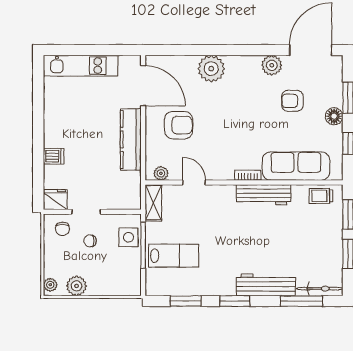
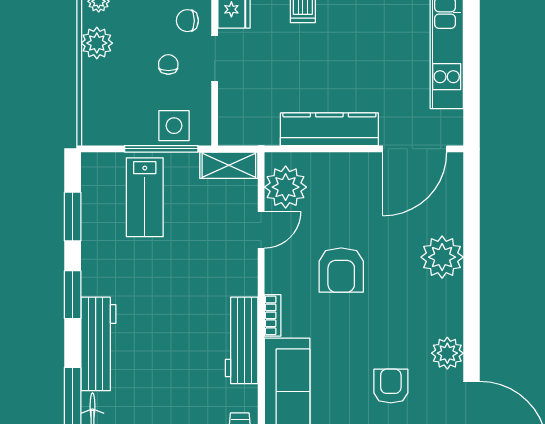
armchair: (179, 125) -> (341, 270), moved
plant: (161, 173) -> (286, 187), width x1.88, depth x1.88

